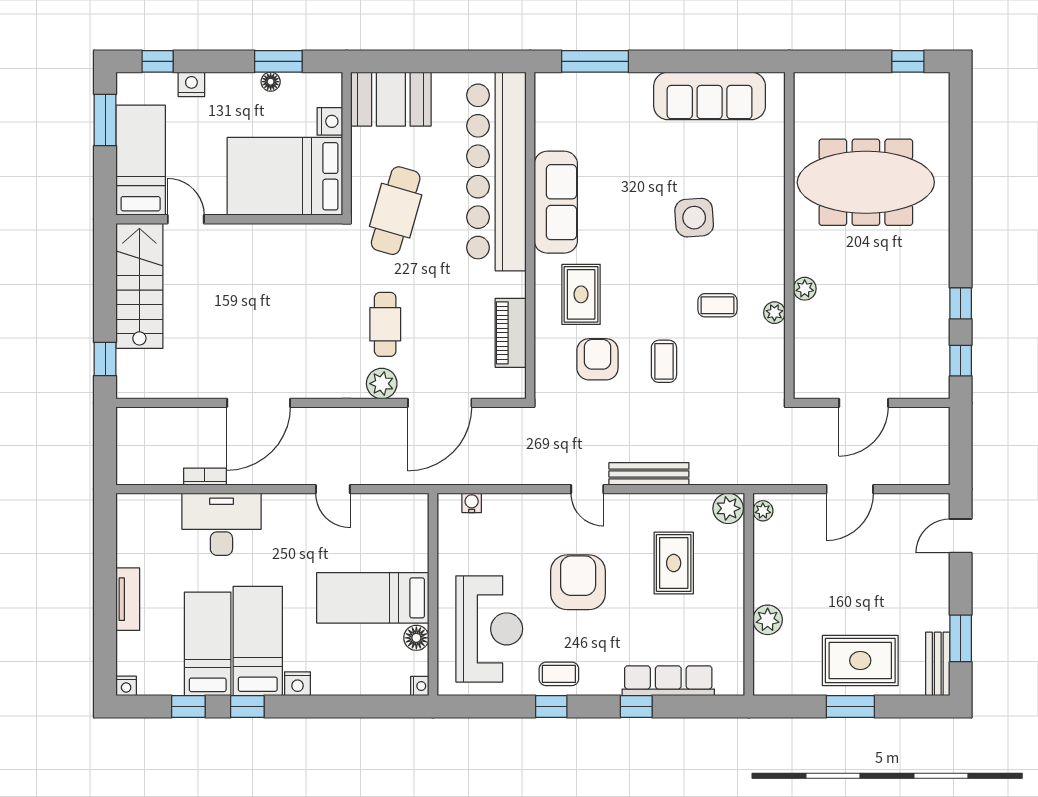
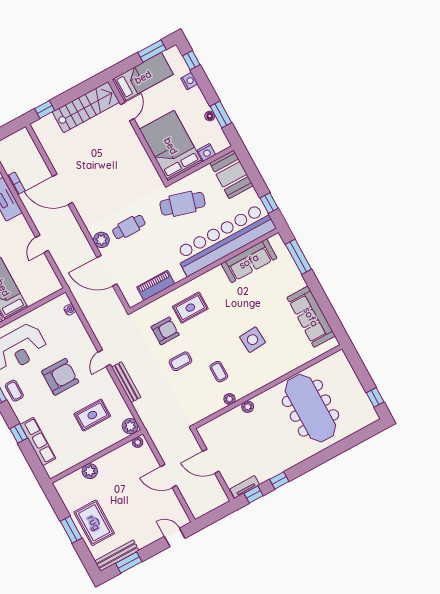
window: (475, 61) -> (269, 203), added
sofa: (556, 202) -> (249, 261), moved
tv unit: (939, 369) -> (245, 487), added
bench: (938, 664) -> (117, 556), width x1.36

